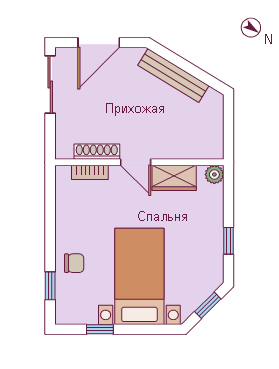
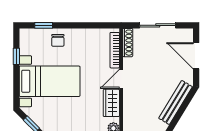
sliding door: (50, 85) -> (158, 25), moved
shoe rack: (97, 152) -> (128, 43), moved
bookcase: (90, 172) -> (115, 50), width x1.56

